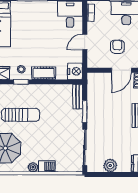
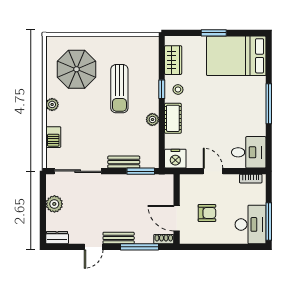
plant: (45, 89) -> (152, 120), added
bench: (78, 97) -> (124, 162), moved
window: (85, 111) -> (141, 171), moved
barbecue: (47, 166) -> (53, 137), moved

